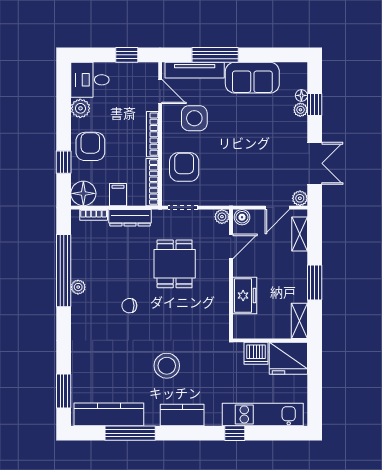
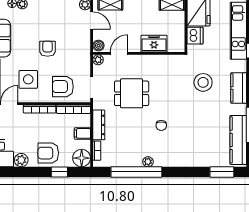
armchair: (237, 145) -> (48, 49), added
door: (231, 246) -> (119, 53), hinge flipped
stool: (167, 366) -> (203, 82), moved

